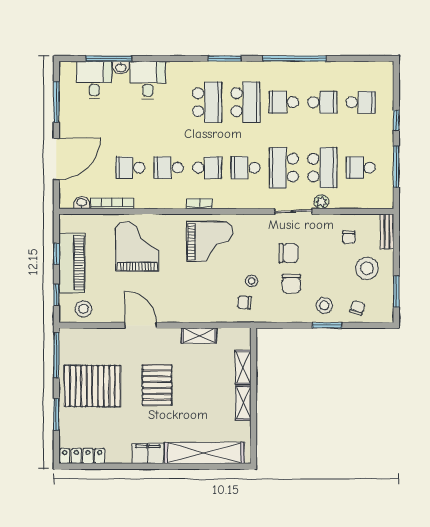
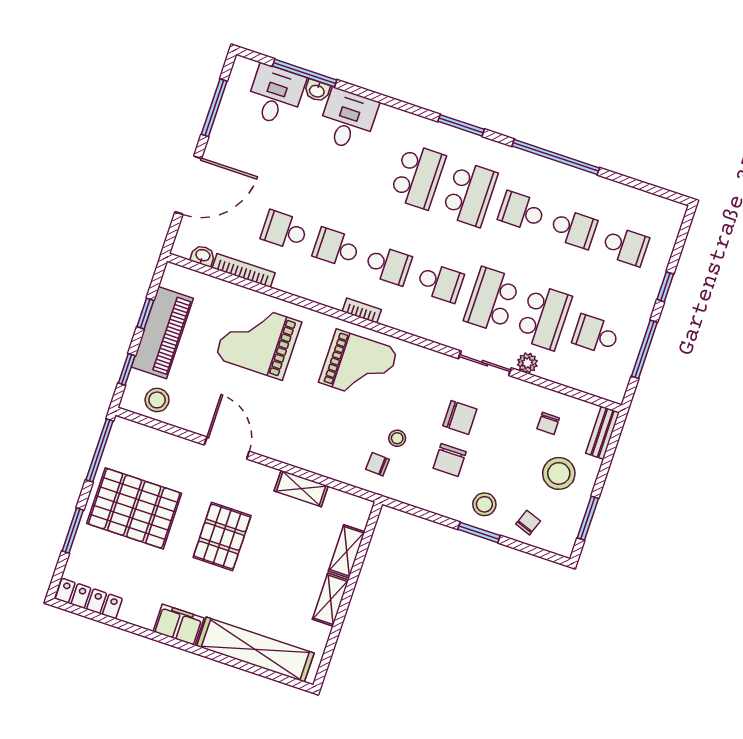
school desk: (245, 168) -> (440, 282), turned 180
grand piano: (137, 246) -> (258, 340), turned -90

